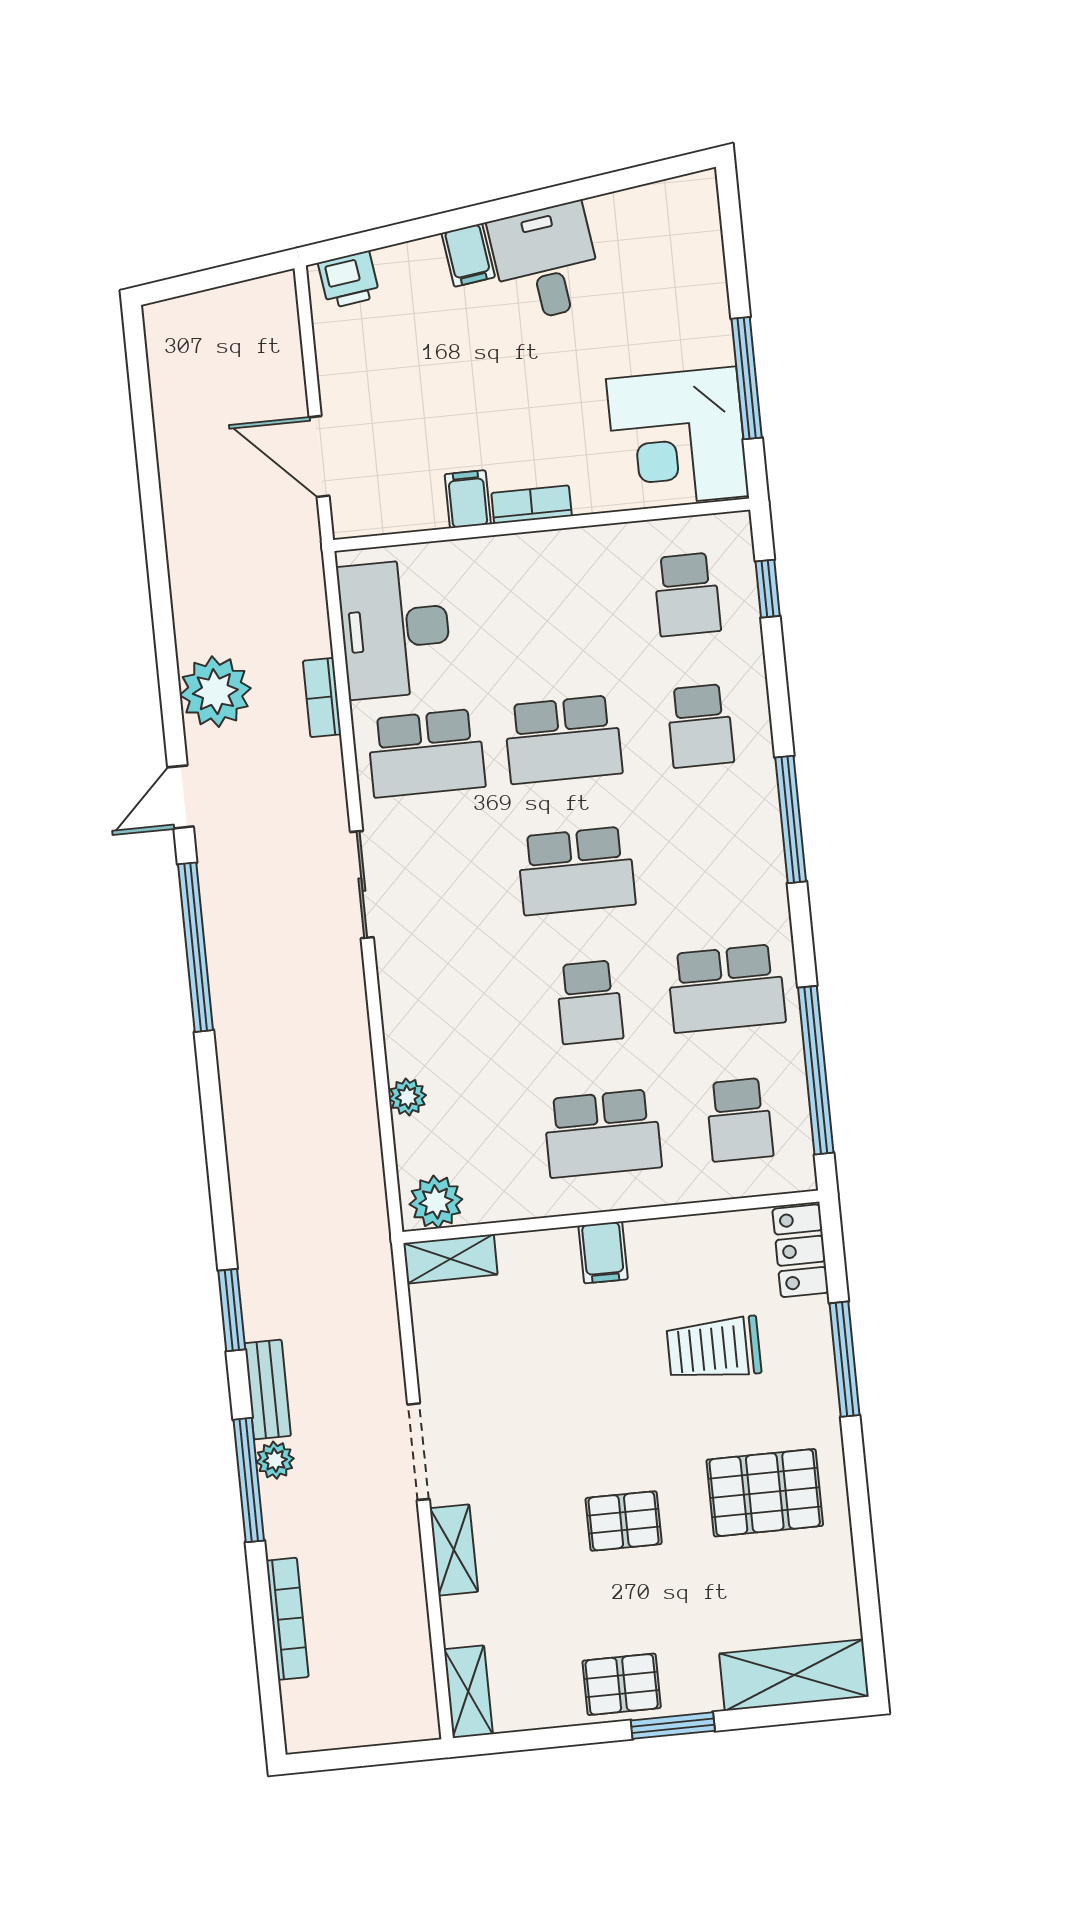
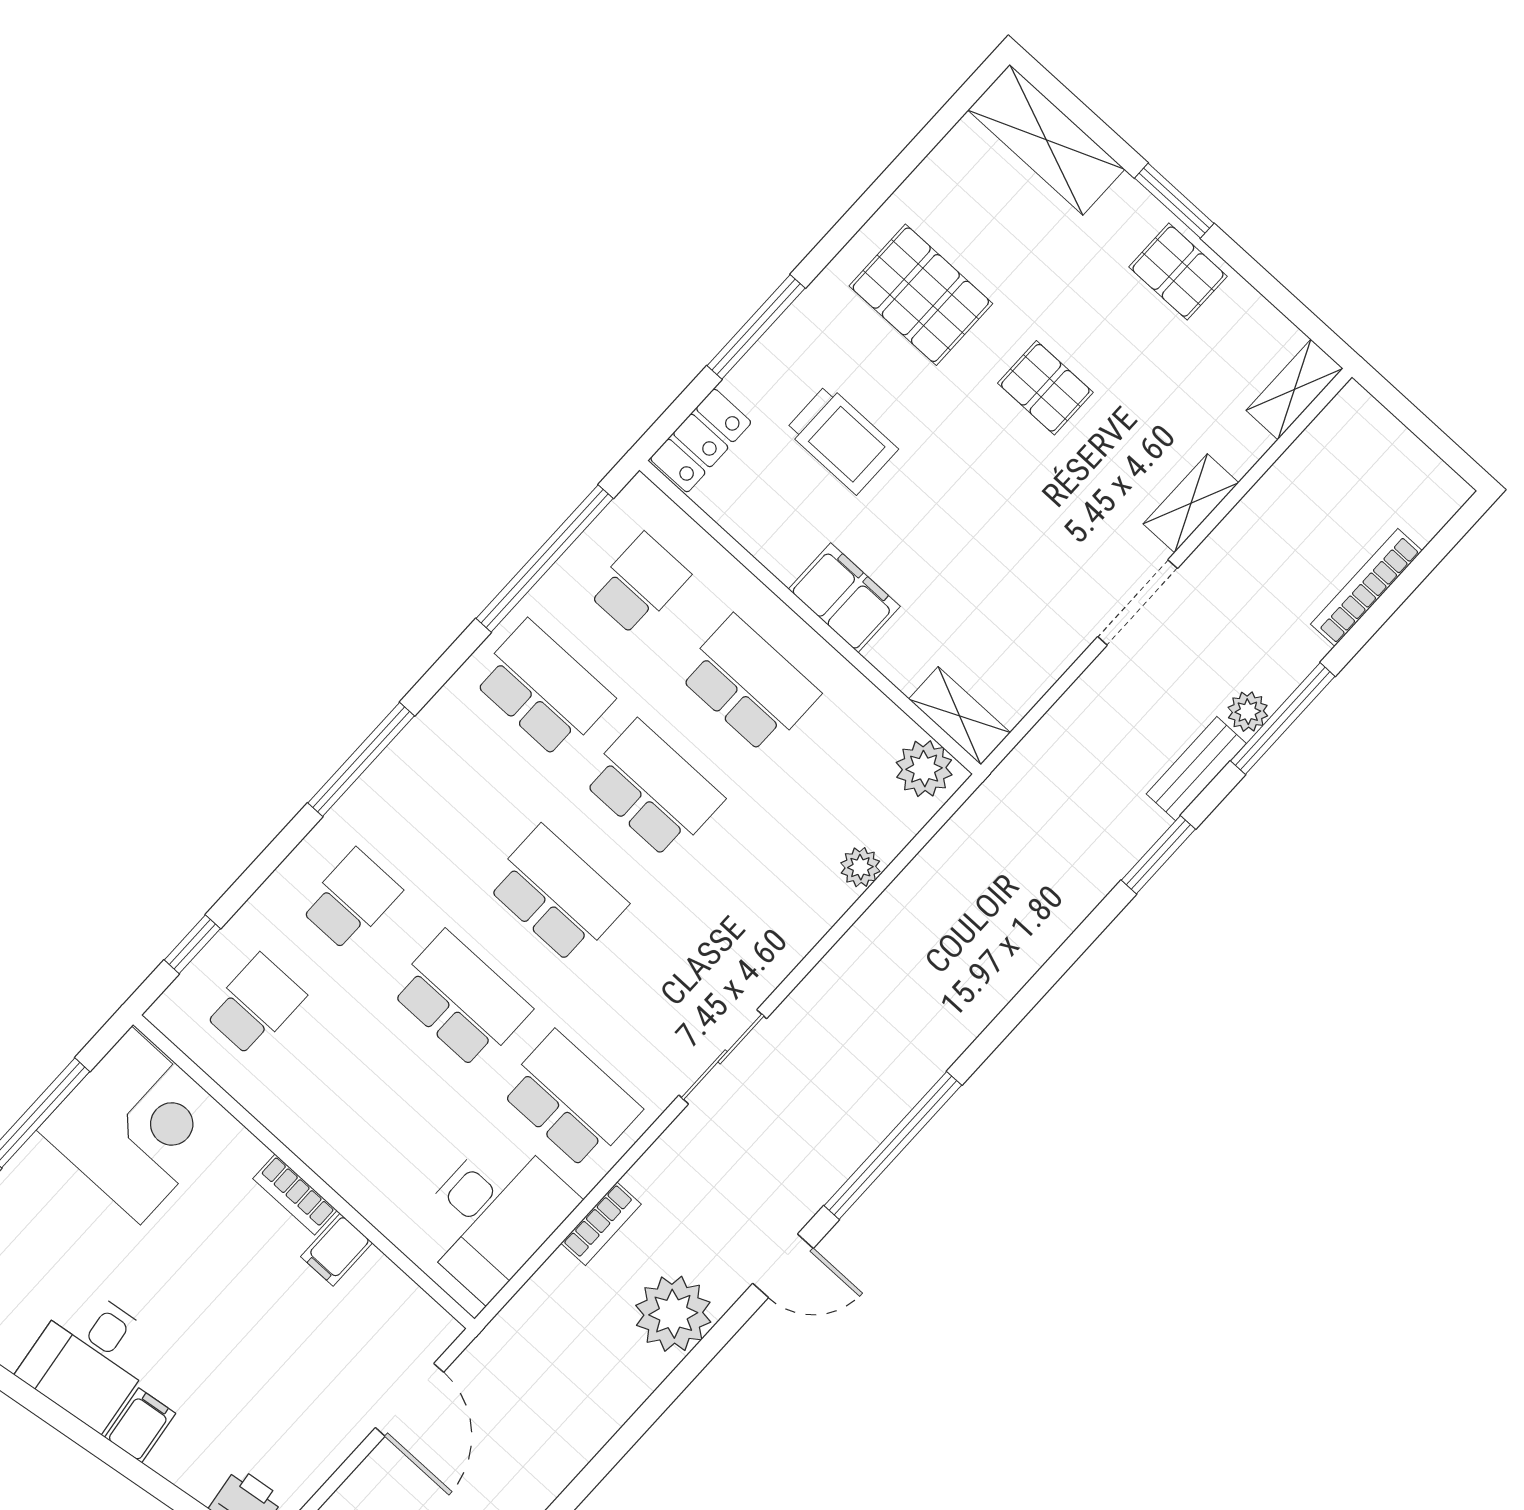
school desk: (589, 1002) -> (653, 789), width x1.85
filing cabinet: (603, 1252) -> (844, 598), width x2.00

